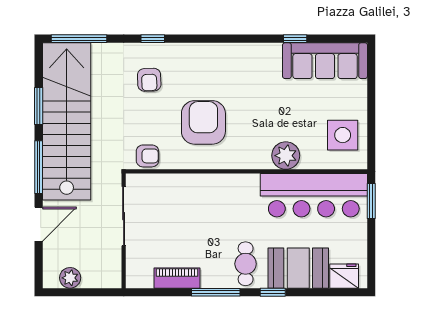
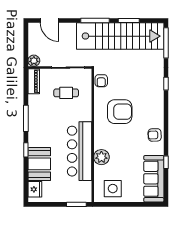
armchair: (149, 80) -> (155, 135), moved
bar counter: (314, 195) -> (80, 151), moved
door: (39, 224) -> (50, 21), moved
cafe table: (246, 264) -> (66, 93), moved
plant: (70, 278) -> (34, 61), moved
piano: (177, 278) -> (34, 81), moved

